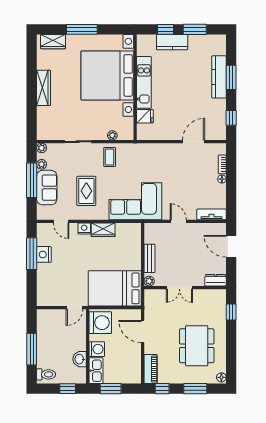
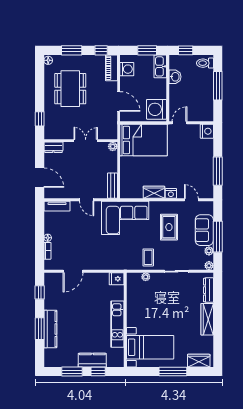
bed with nightstands: (107, 75) -> (150, 347), width x0.54
fridge: (145, 116) -> (117, 279), moved
dresser: (42, 121) -> (208, 290), added
nightstand: (44, 254) -> (207, 131), moved
bench: (150, 258) -> (112, 186), moved
washing machine: (97, 349) -> (127, 69), moved, turned 180

